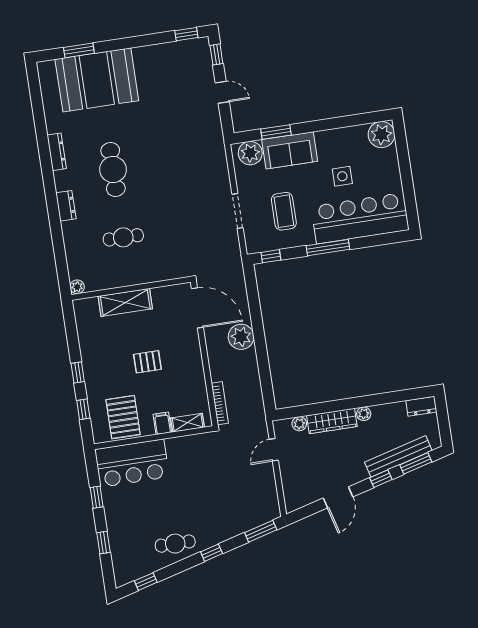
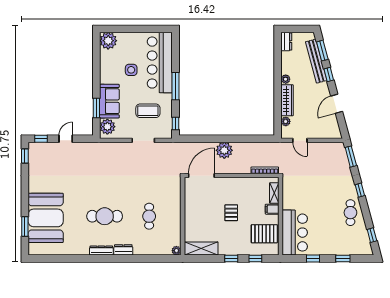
dresser: (57, 152) -> (101, 251), moved
shelving: (125, 302) -> (201, 248), moved, turned 90
door: (338, 497) -> (337, 104), swing flipped

